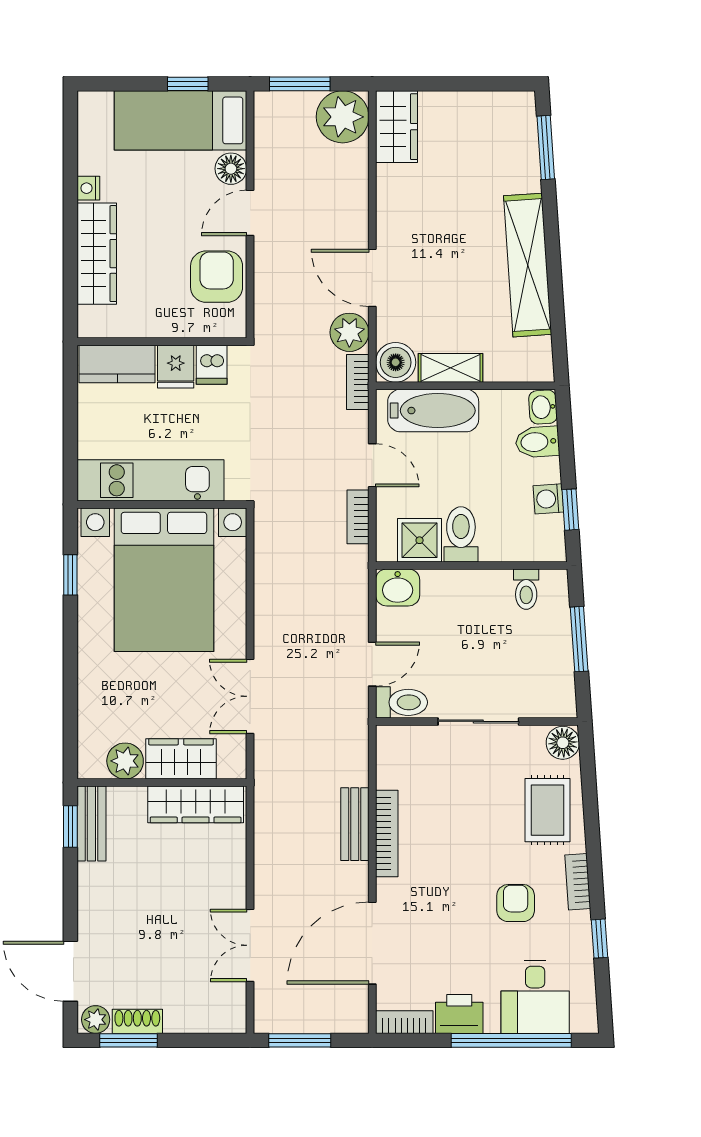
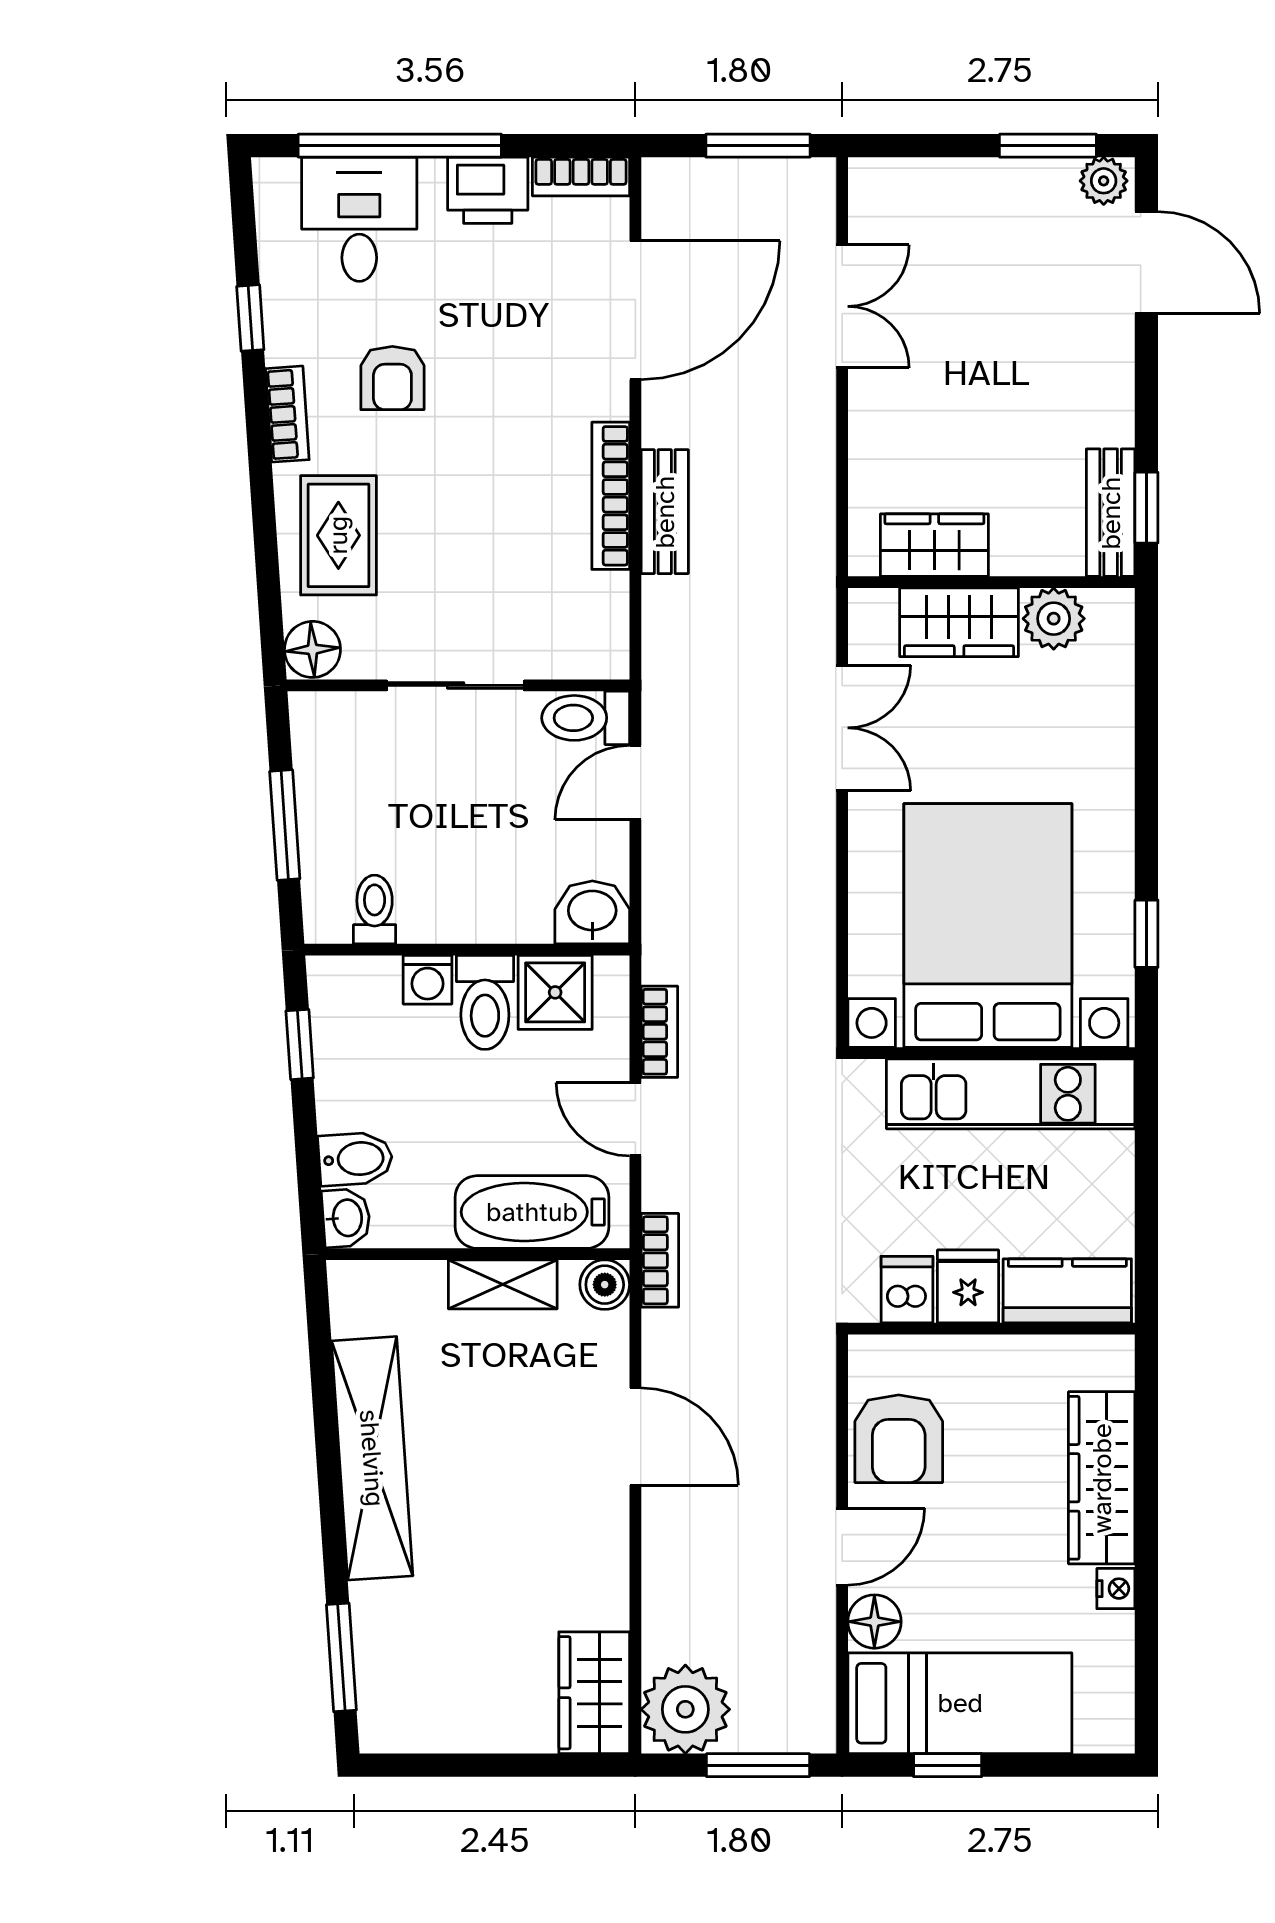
plant: (349, 332) -> (674, 1344), removed
boiler: (396, 362) -> (605, 1285), width x0.73, depth x0.73
washing machine: (548, 499) -> (427, 980), moved, turned 94
wardrobe: (196, 804) -> (934, 545), width x0.67
shoe rack: (137, 1021) -> (1033, 178), removed

